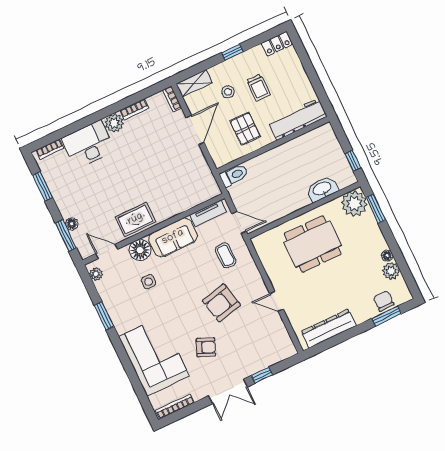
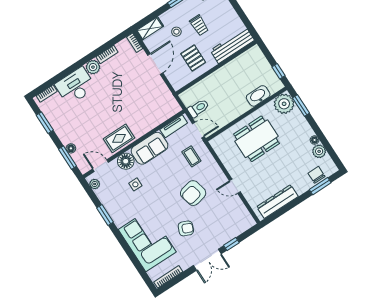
toilet: (234, 175) -> (198, 108), moved

